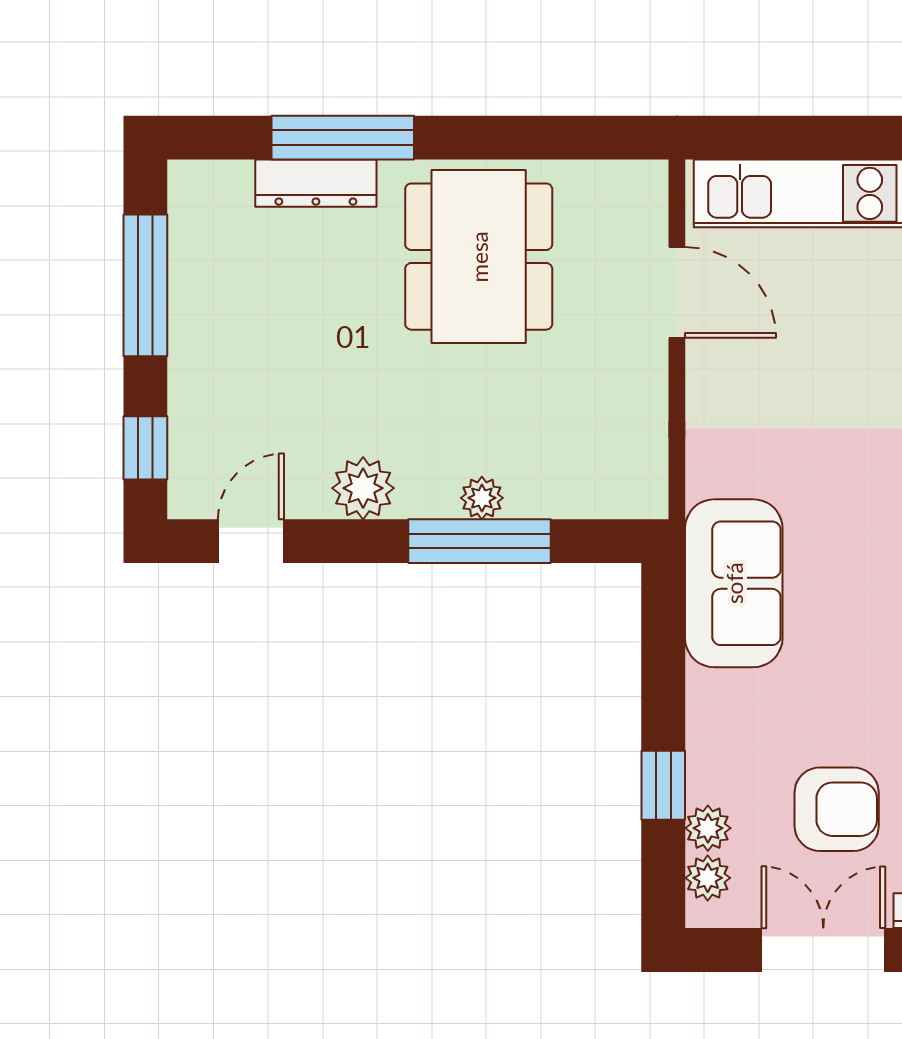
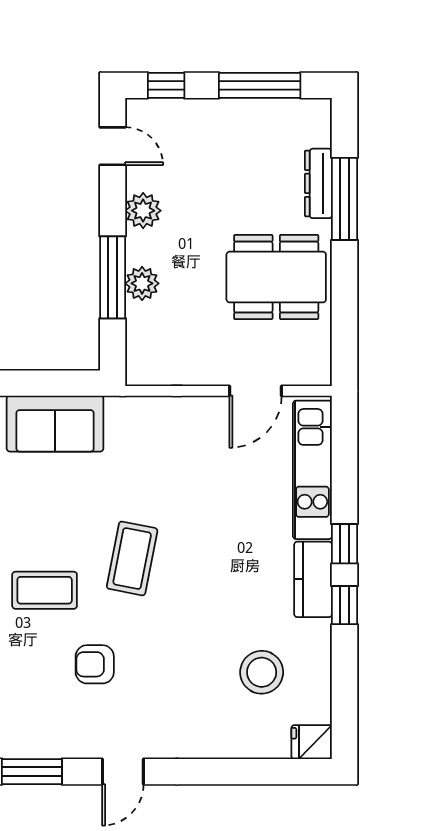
plant: (482, 498) -> (142, 283), width x1.38, depth x1.38
sofa: (734, 583) -> (55, 424), moved

